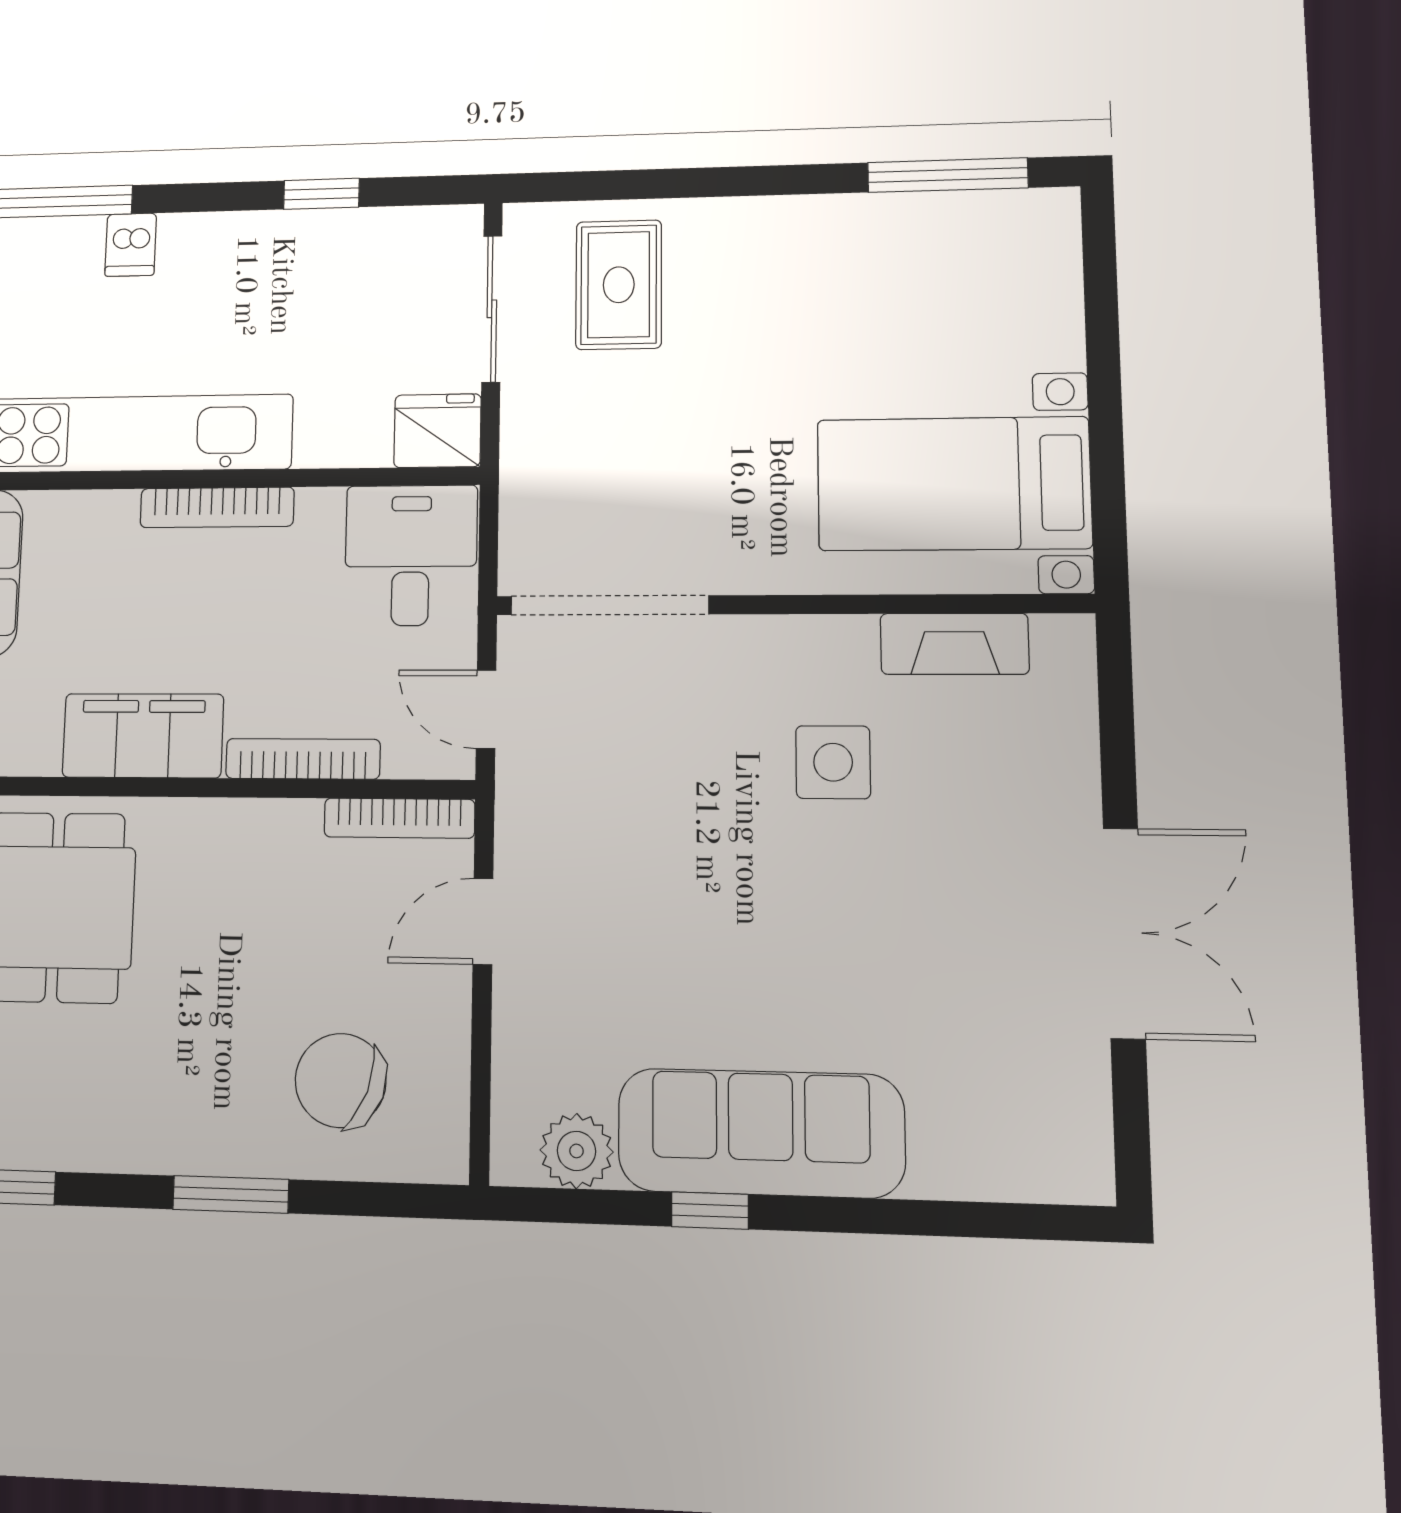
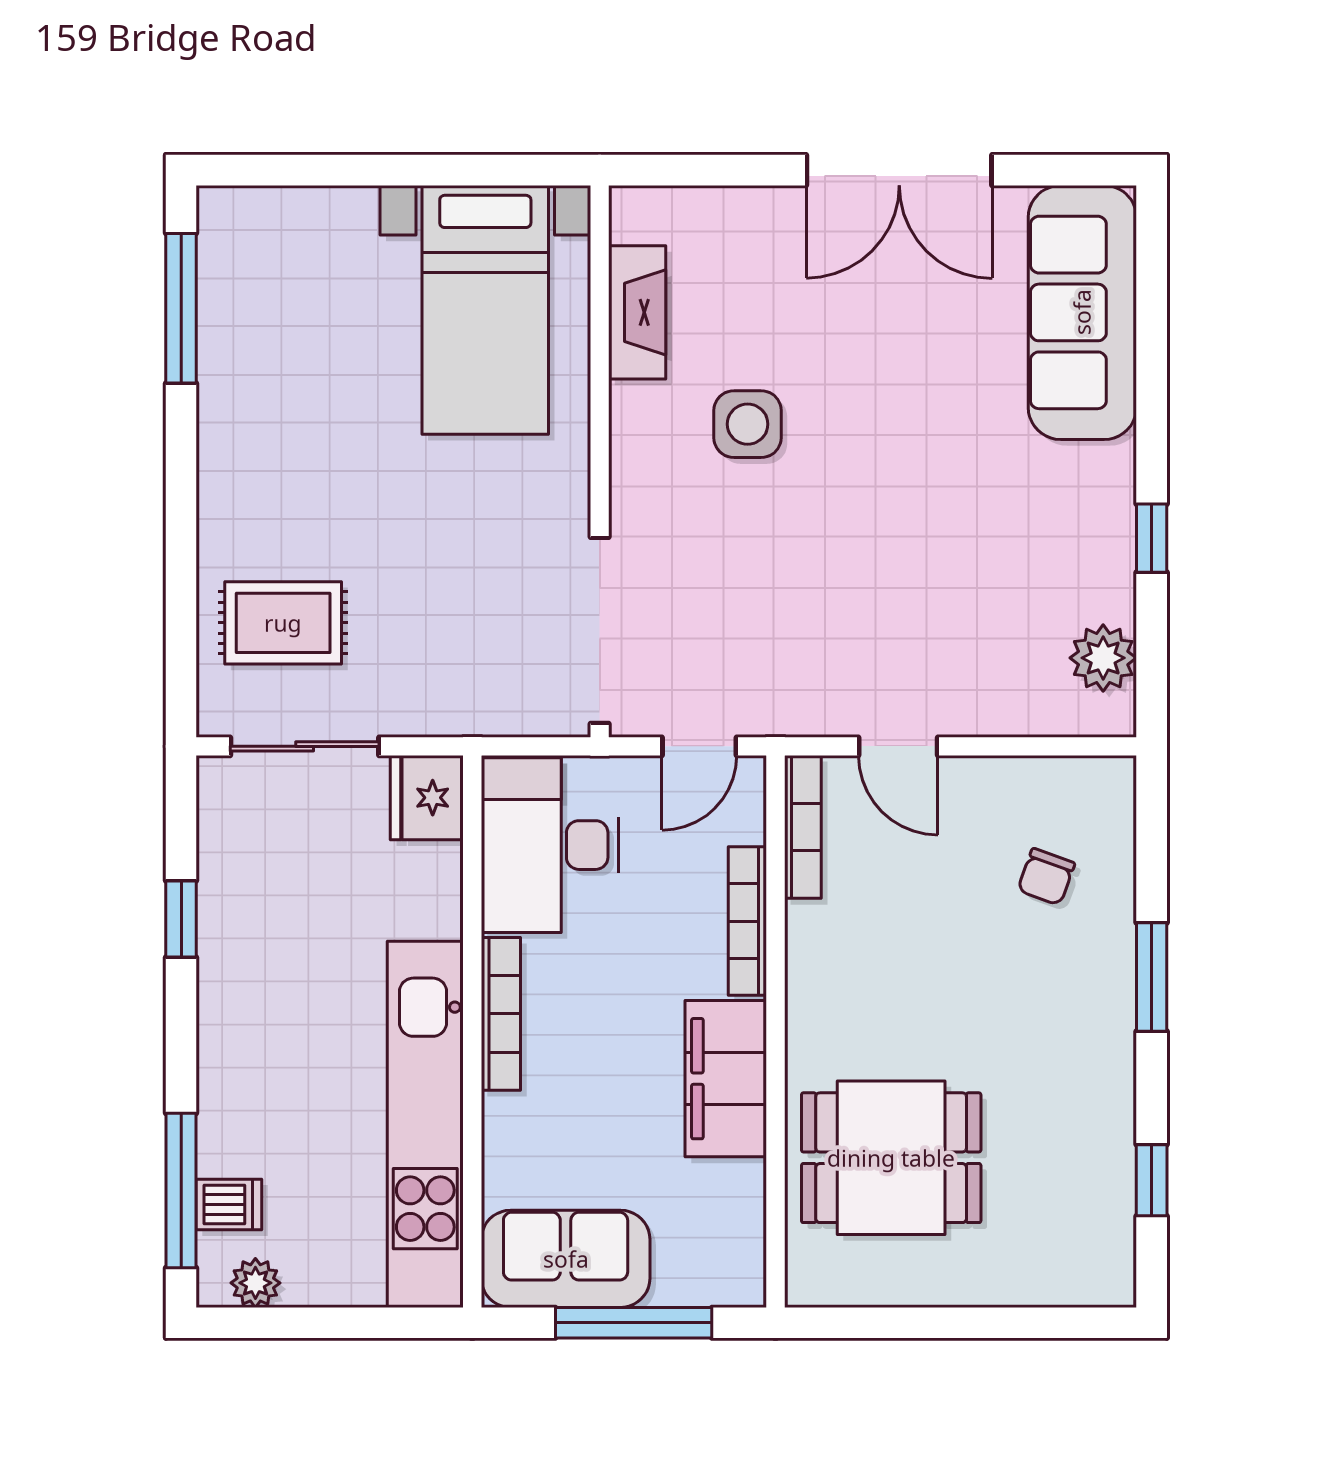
dishwasher: (131, 245) -> (229, 1204), moved
desk: (411, 555) -> (550, 845), width x1.37
double door: (1124, 933) -> (899, 170), swing flipped
chair: (341, 1081) -> (1046, 877), width x0.54, depth x0.54
sofa: (761, 1133) -> (1082, 312), moved

